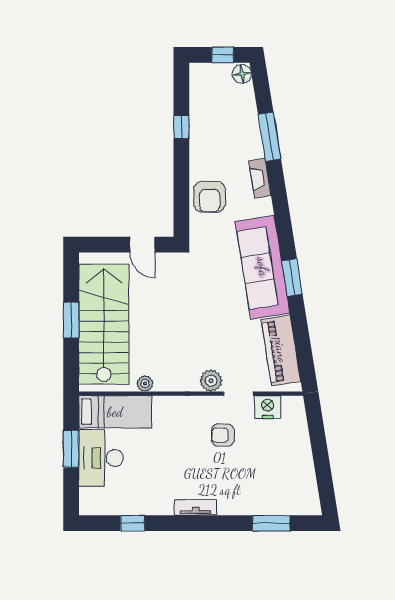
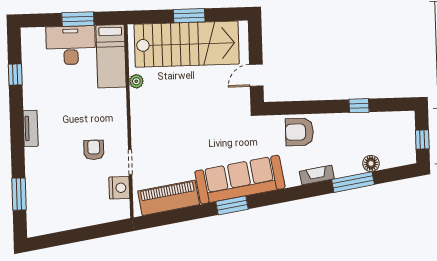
floor lamp: (242, 74) -> (371, 163), moved
plant: (211, 381) -> (141, 138), removed

